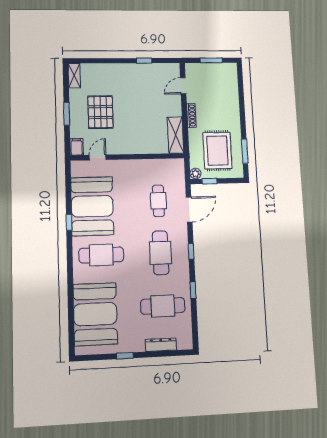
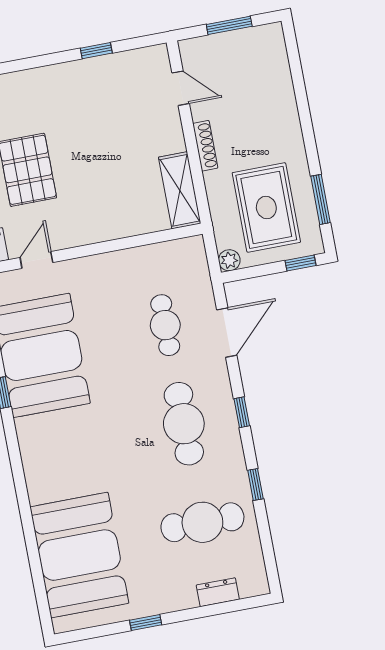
door: (183, 86) -> (181, 88), swing flipped
window: (209, 181) -> (300, 263), moved
cafe table: (101, 255) -> (73, 445), removed
dresser: (161, 345) -> (218, 592), width x0.70

